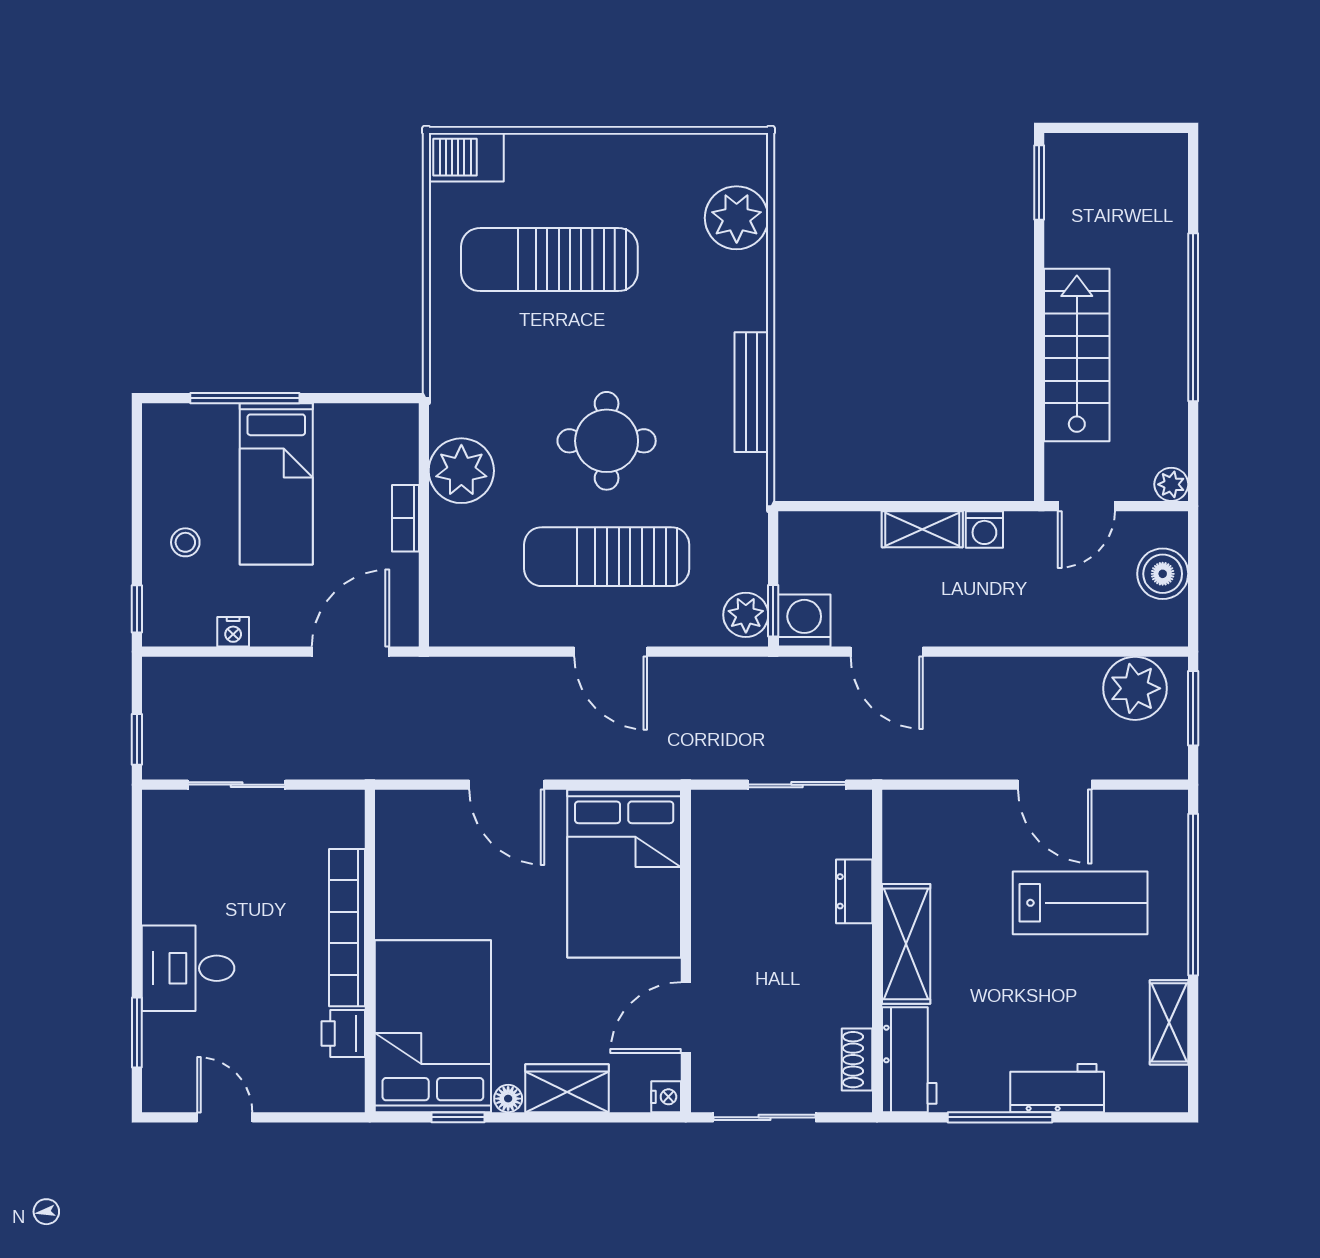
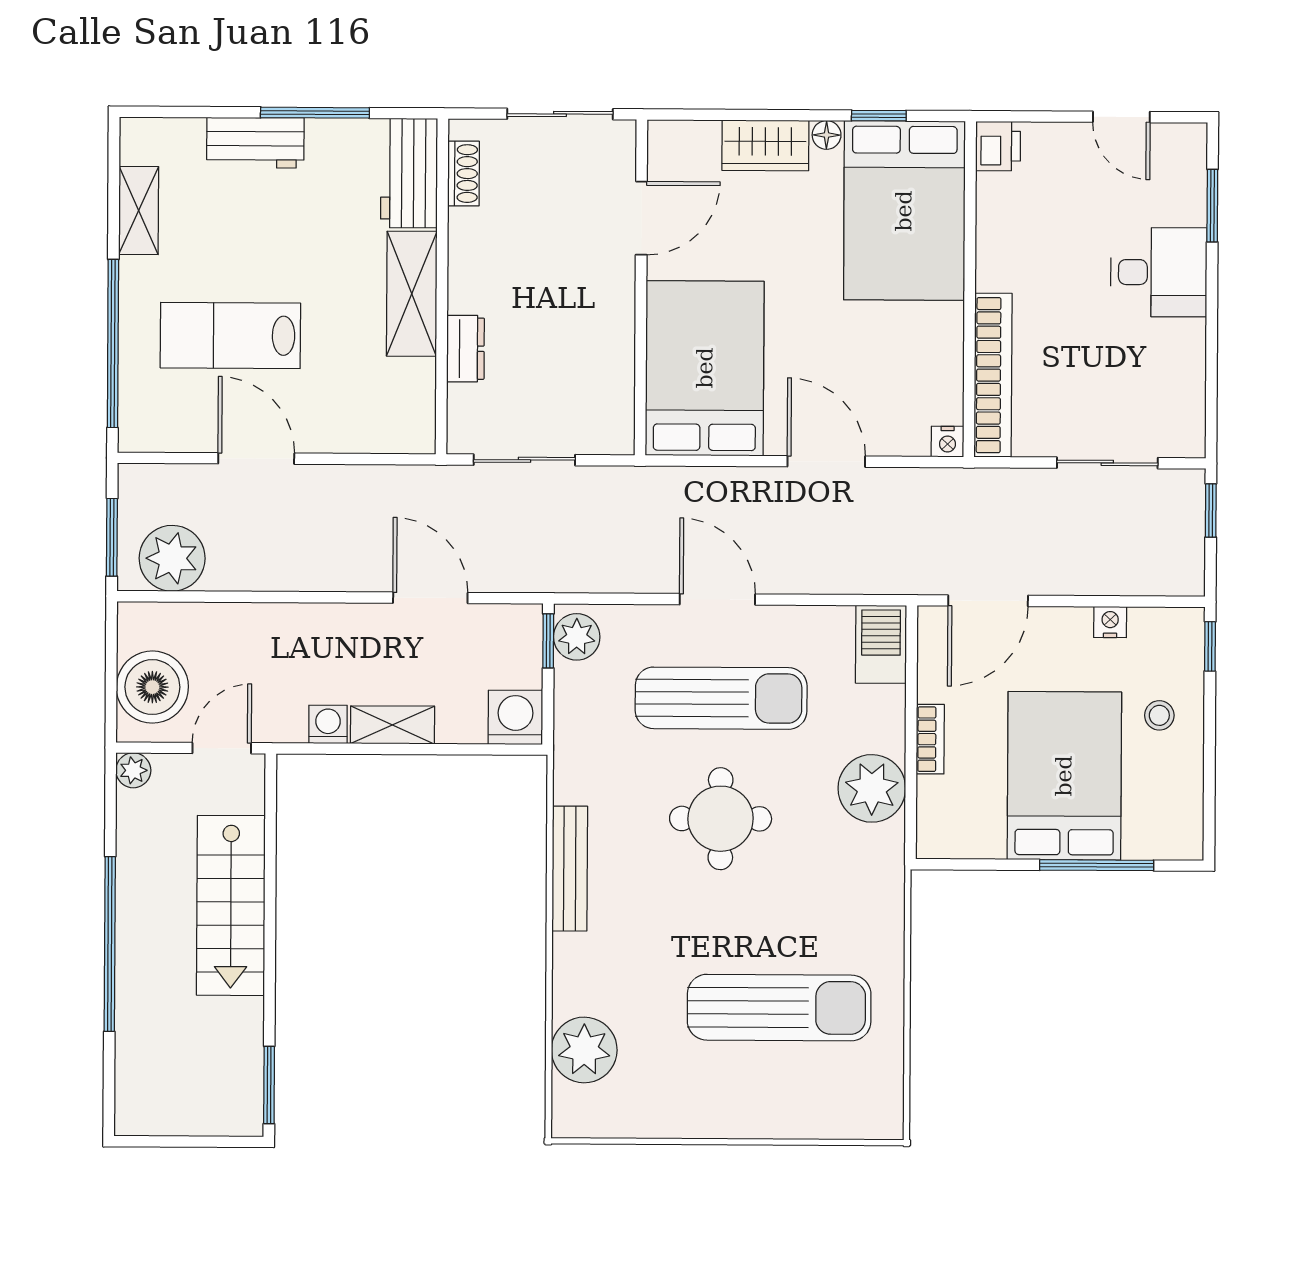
barbecue: (466, 157) -> (881, 644), moved, turned -90
bed: (276, 484) -> (1064, 776), width x1.50
boiler: (1163, 574) -> (152, 687), width x1.37, depth x1.37
washing machine: (804, 621) -> (515, 717), moved, turned 180
bookcase: (347, 928) -> (993, 375), moved
printer: (343, 1033) -> (998, 146), moved
nightstand: (666, 1097) -> (947, 442), moved, turned -90

